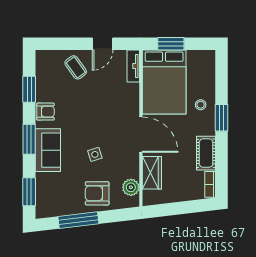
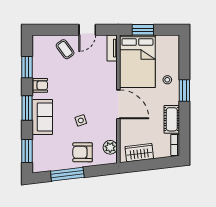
wardrobe: (152, 173) -> (139, 153), moved, turned -97

